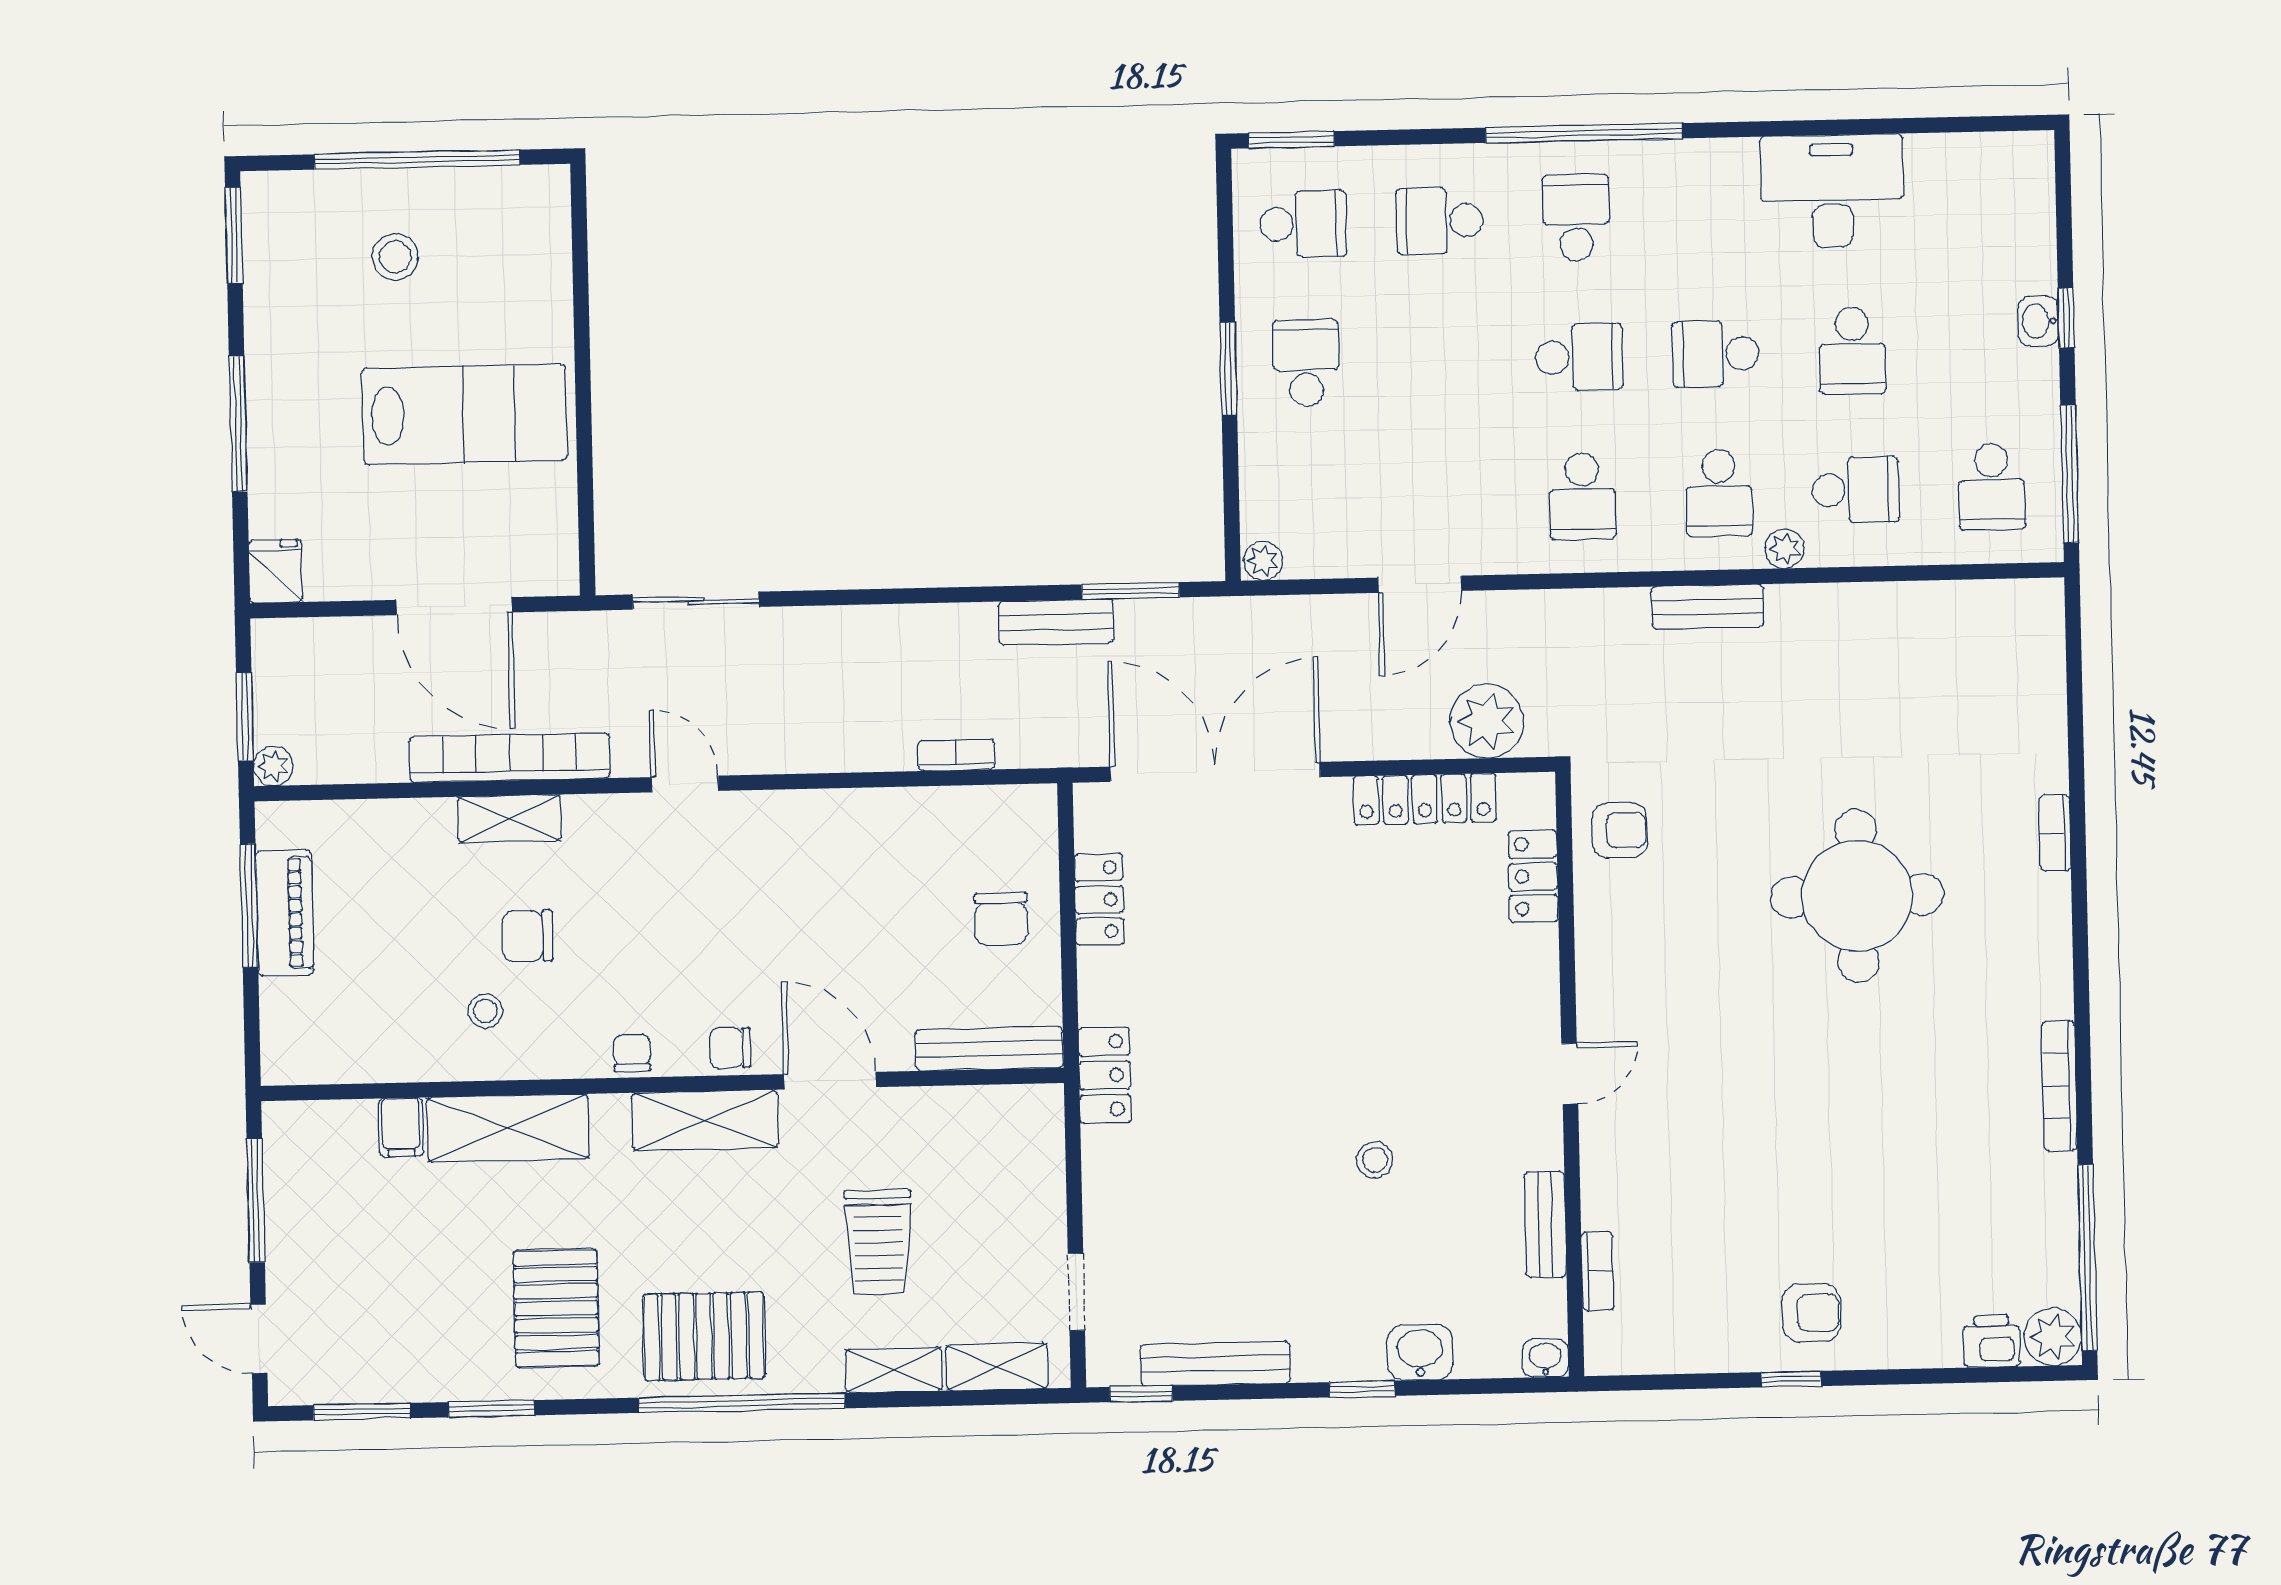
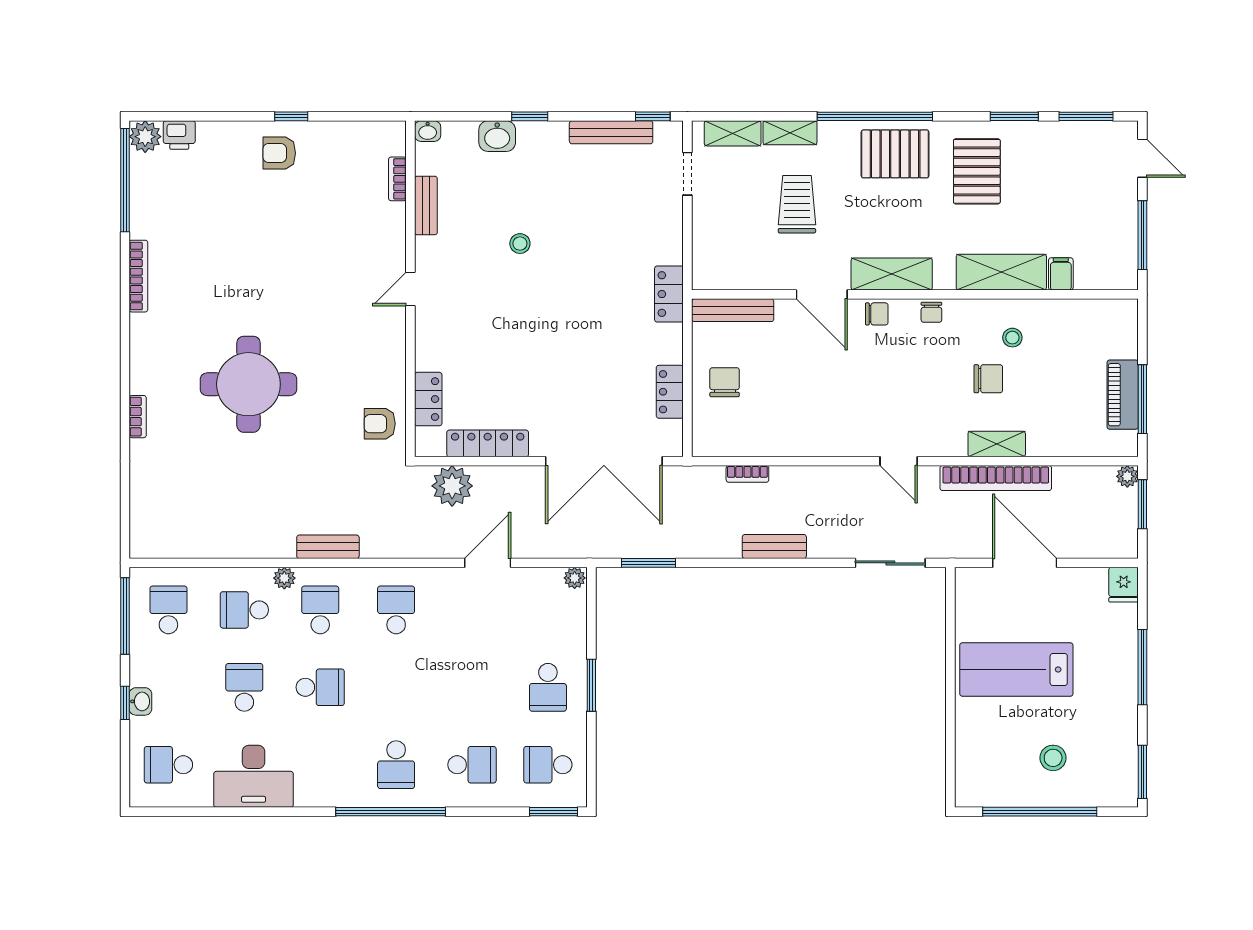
school desk: (1579, 357) -> (168, 765), moved
bench: (1056, 622) -> (774, 547), moved

